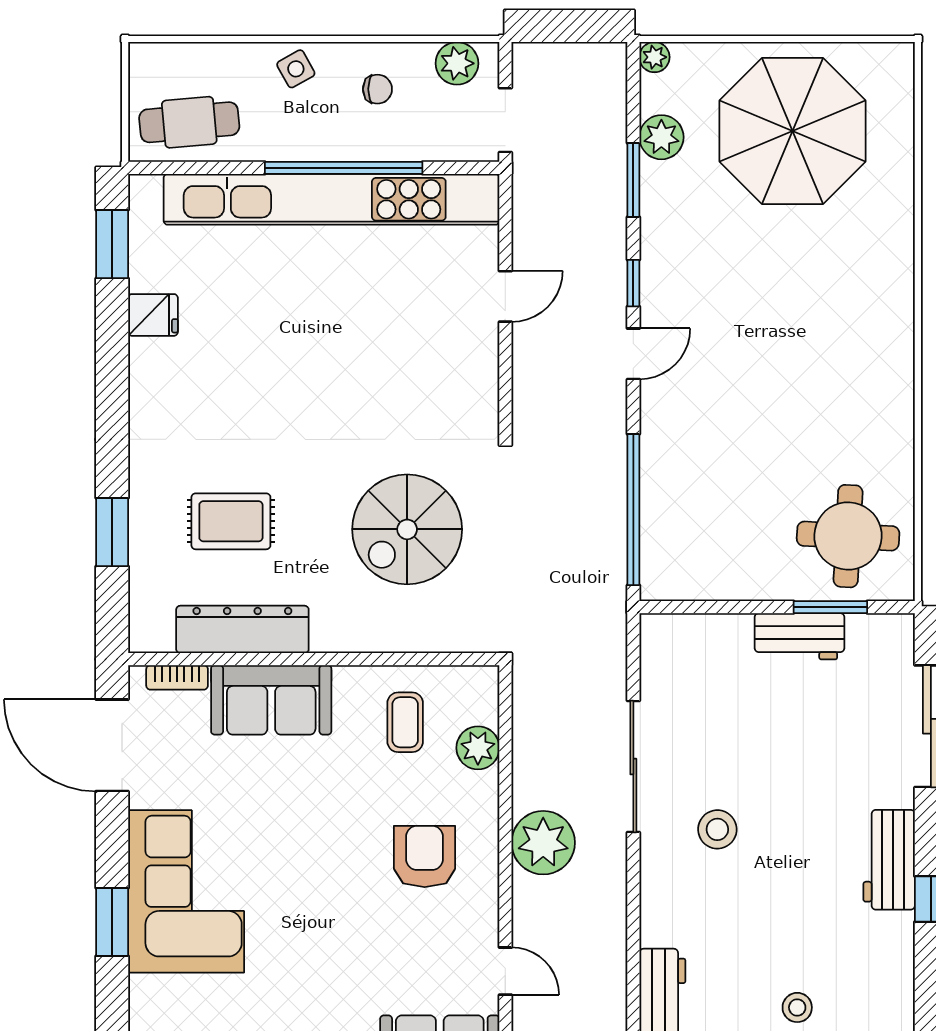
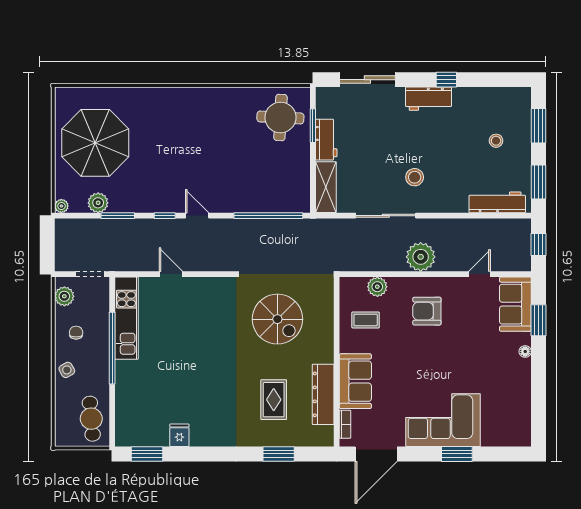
kitchen unit: (332, 199) -> (126, 318), width x0.54
shelving: (696, 635) -> (326, 187), added

